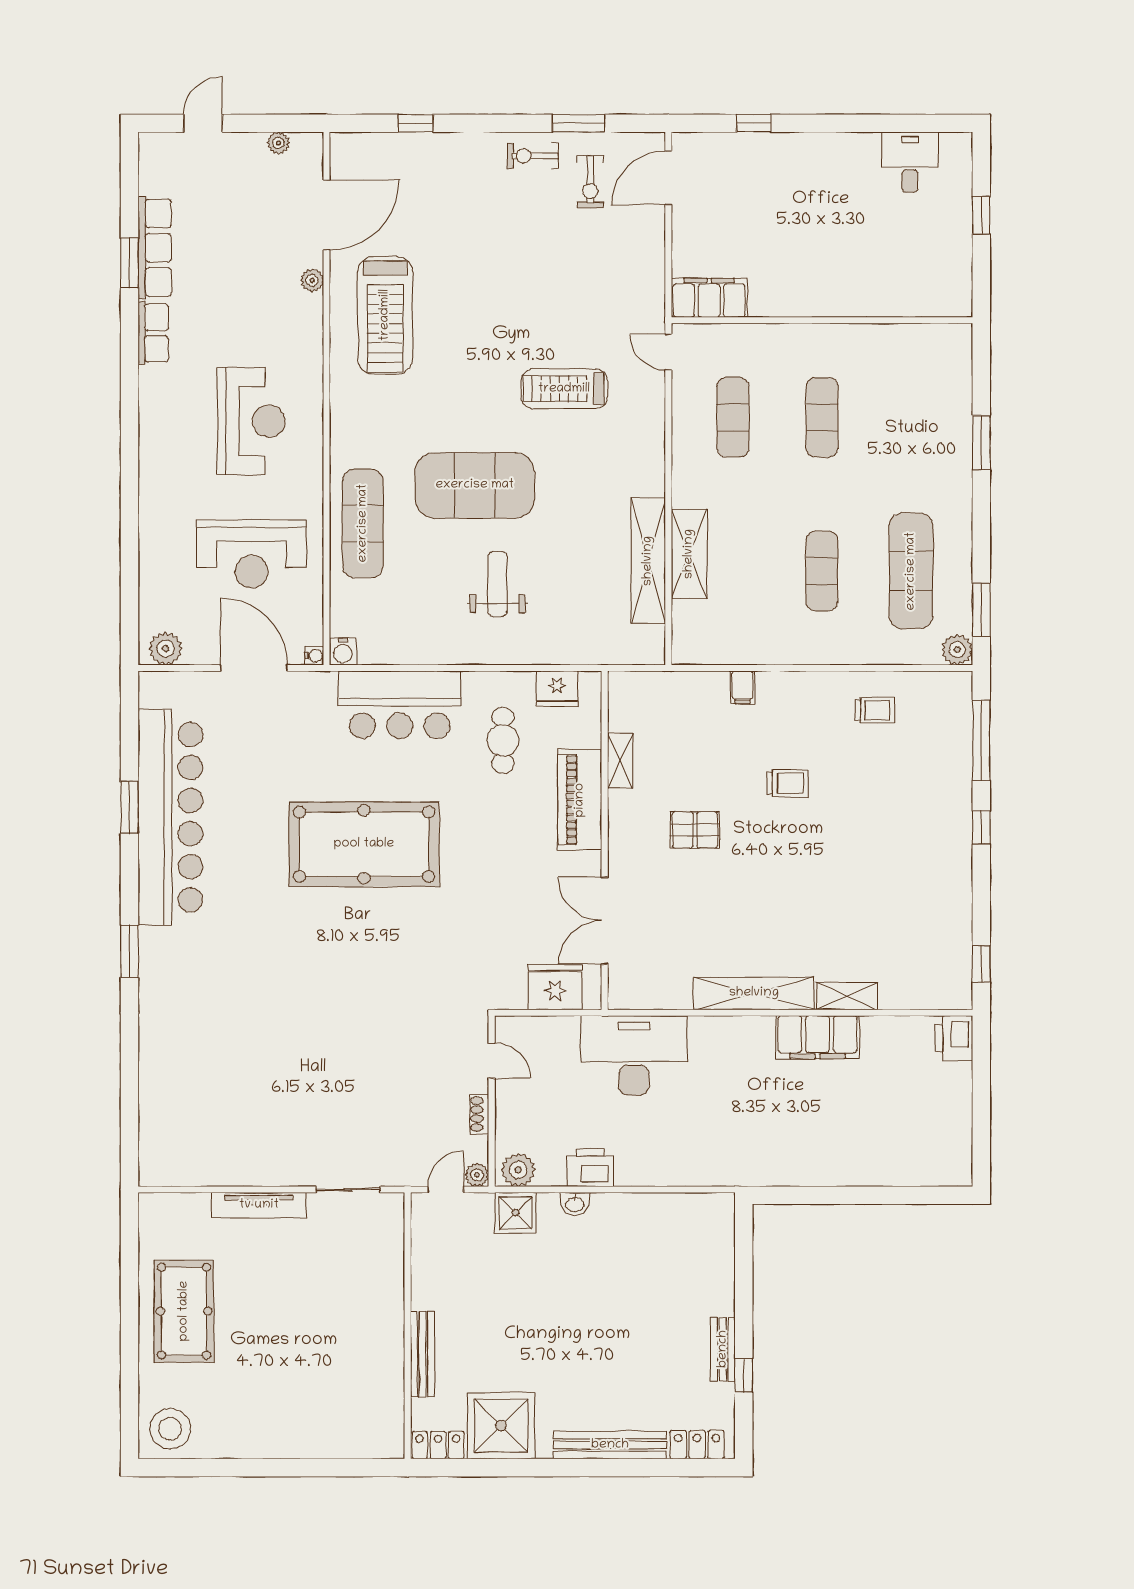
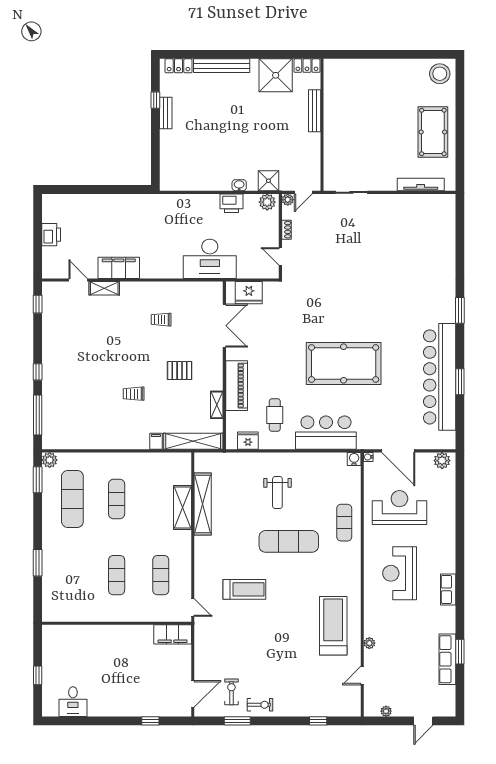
door: (326, 215) -> (362, 675), width x0.53
row of seats: (153, 333) -> (448, 589), moved
exercise mat: (475, 485) -> (289, 541), width x0.68
exercise mat: (363, 523) -> (344, 523), width x0.73, depth x0.69
trolley: (875, 710) -> (161, 320), moved
shelving: (754, 993) -> (193, 441), moved
door: (900, 1013) -> (78, 280), added
printer: (954, 1038) -> (51, 235), moved
tv unit: (259, 1205) -> (421, 185), moved

